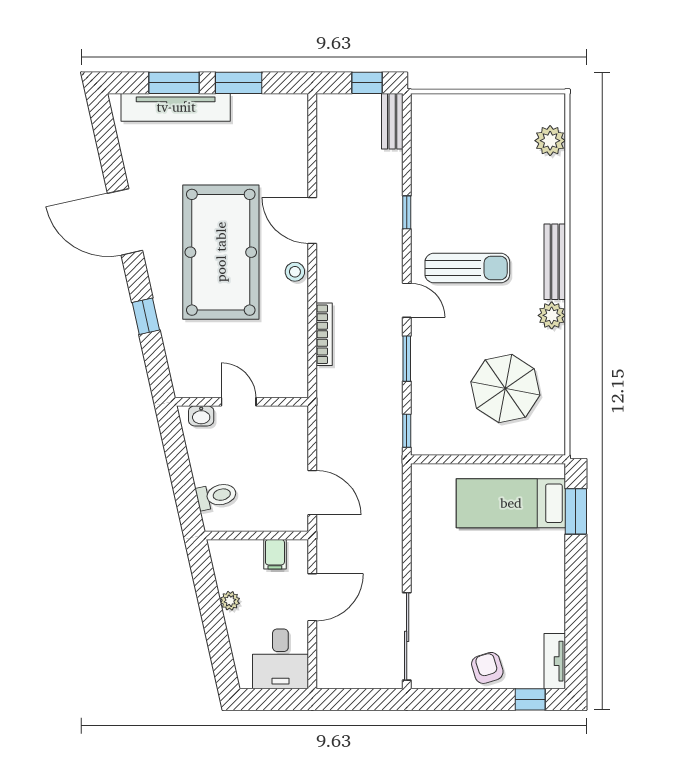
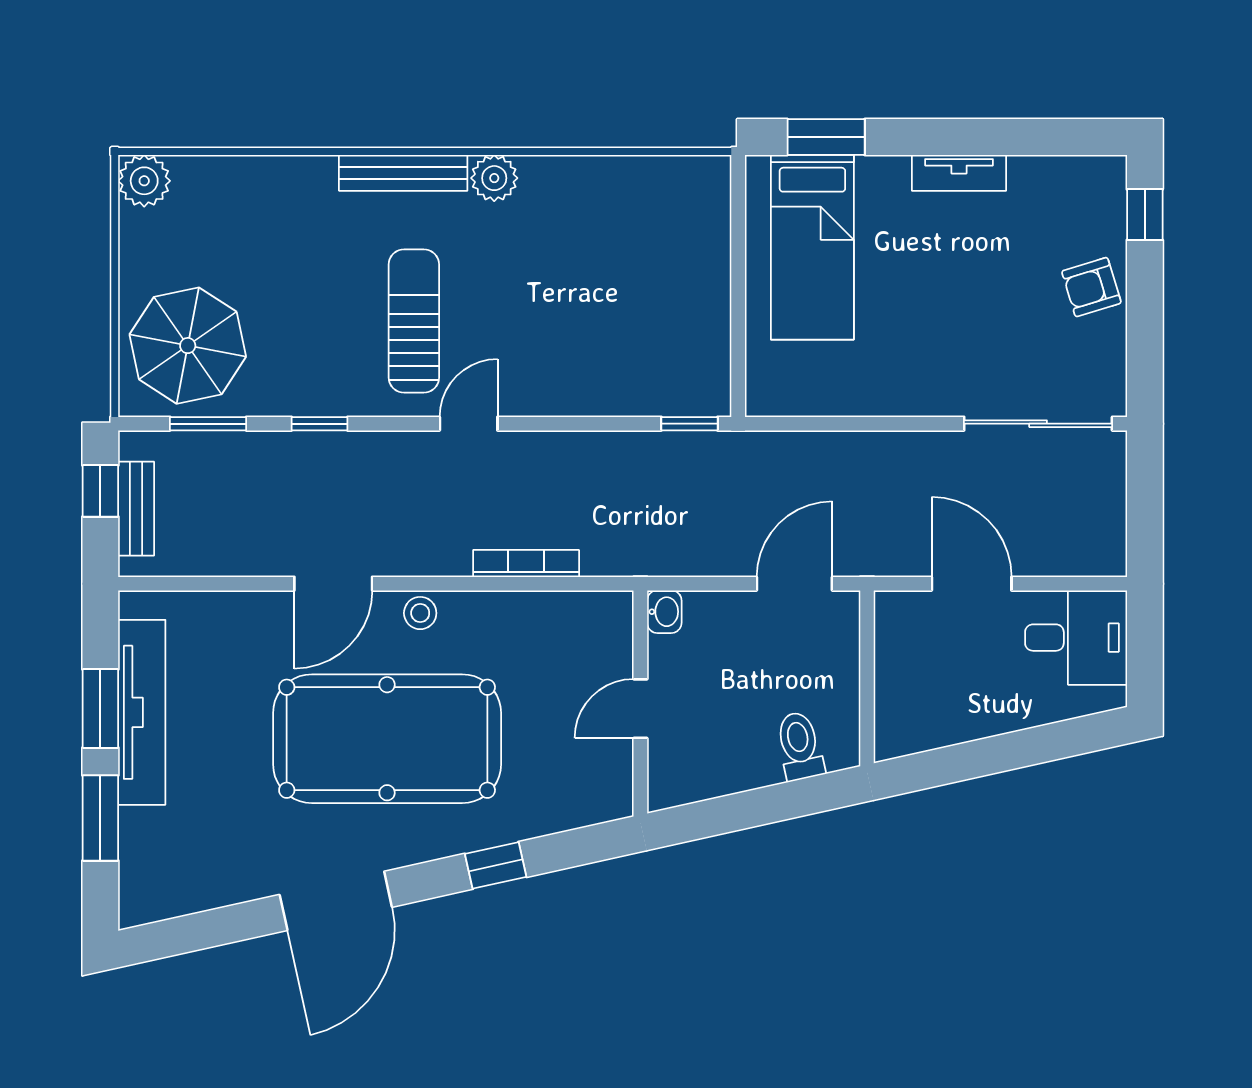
tv unit: (176, 107) -> (142, 712), moved
bench: (392, 121) -> (136, 509), moved, turned 90
plant: (550, 141) -> (144, 181), moved
window: (407, 359) -> (208, 424), moved
parasol: (505, 389) -> (188, 346), moved
washbasin: (201, 416) -> (664, 612), moved
filing cabinet: (275, 554) -> (899, 647), removed
plant: (230, 601) -> (978, 723), removed
tv unit: (555, 661) -> (959, 173), moved

